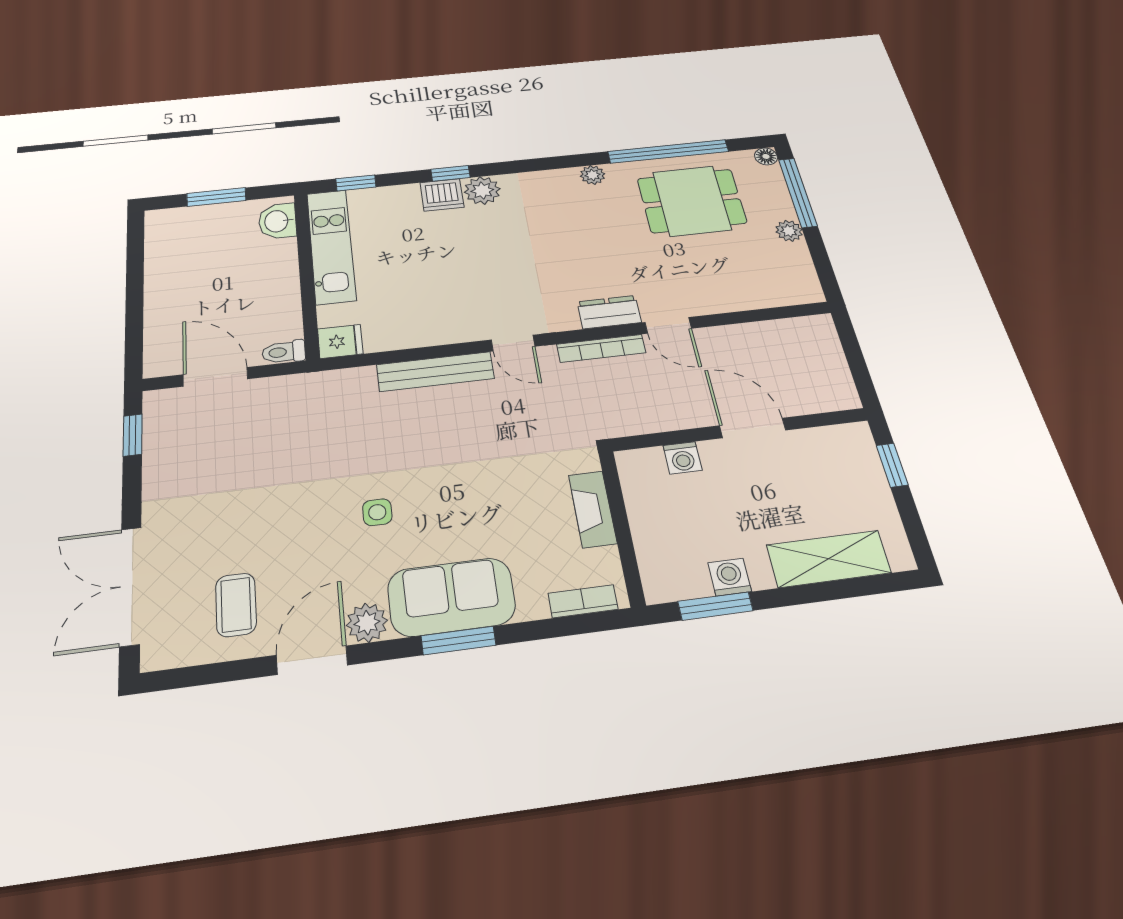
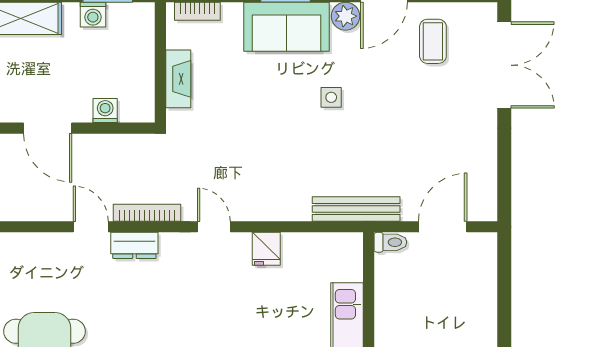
fridge: (340, 341) -> (266, 249), moved, turned -90
bench: (435, 372) -> (356, 209), moved
door: (215, 377) -> (443, 227), swing flipped
window: (133, 435) -> (504, 184), removed

